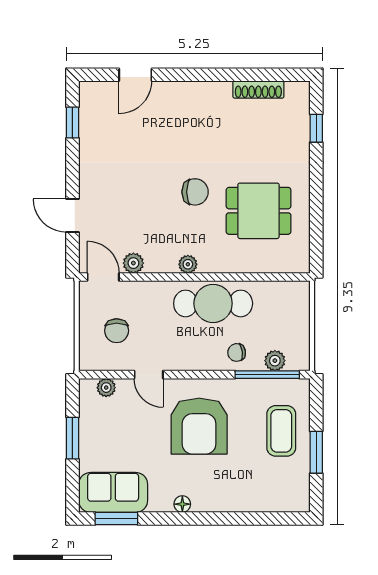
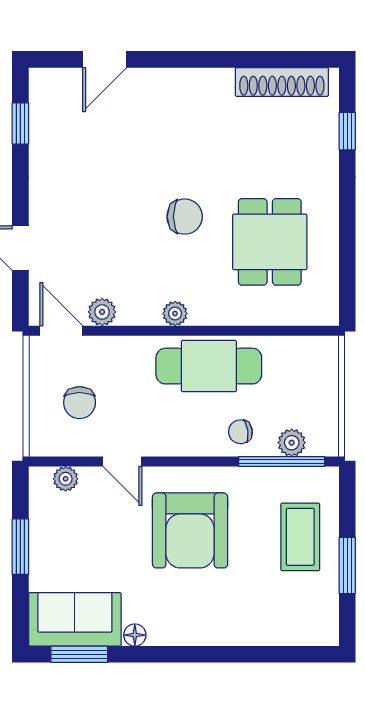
shoe rack: (258, 89) -> (282, 82), width x1.36, depth x1.24
dining table: (259, 211) -> (270, 242), turned 90
floor lamp: (182, 504) -> (135, 635), moved

